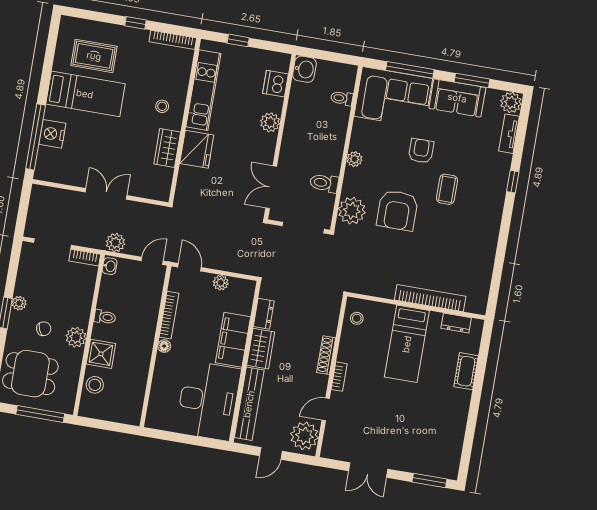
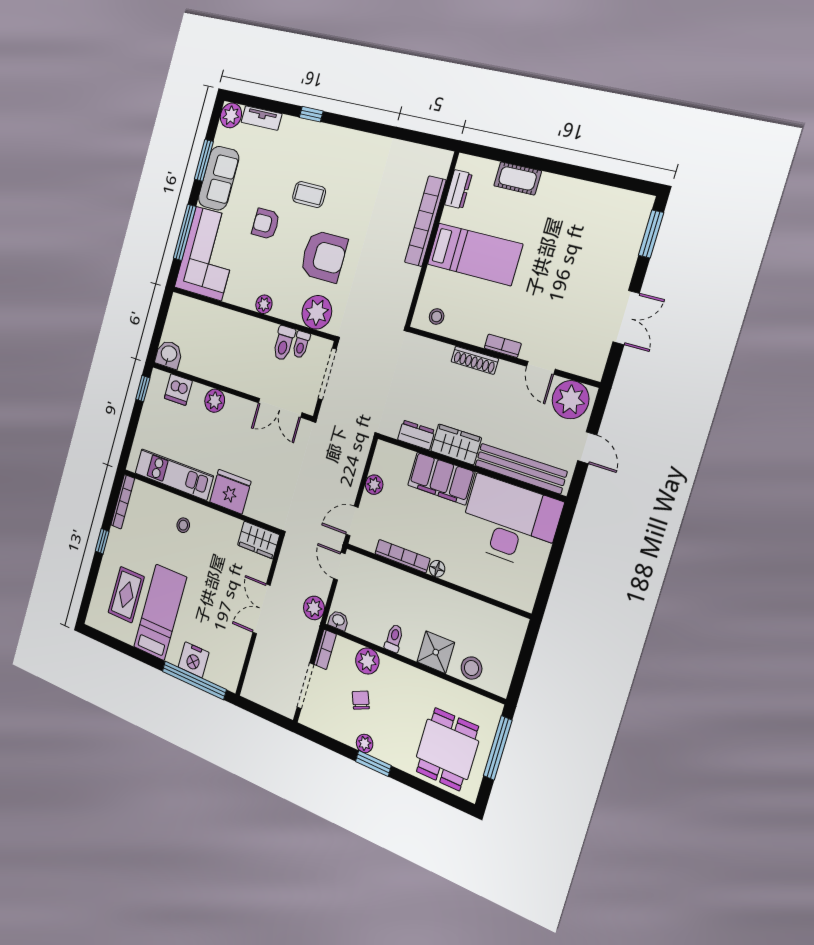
window: (238, 40) -> (143, 389), moved
toilet: (342, 98) -> (301, 345), moved
wardrobe: (167, 148) -> (259, 540), moved
chair: (44, 329) -> (361, 700), moved
plant: (76, 337) -> (367, 661), moved

